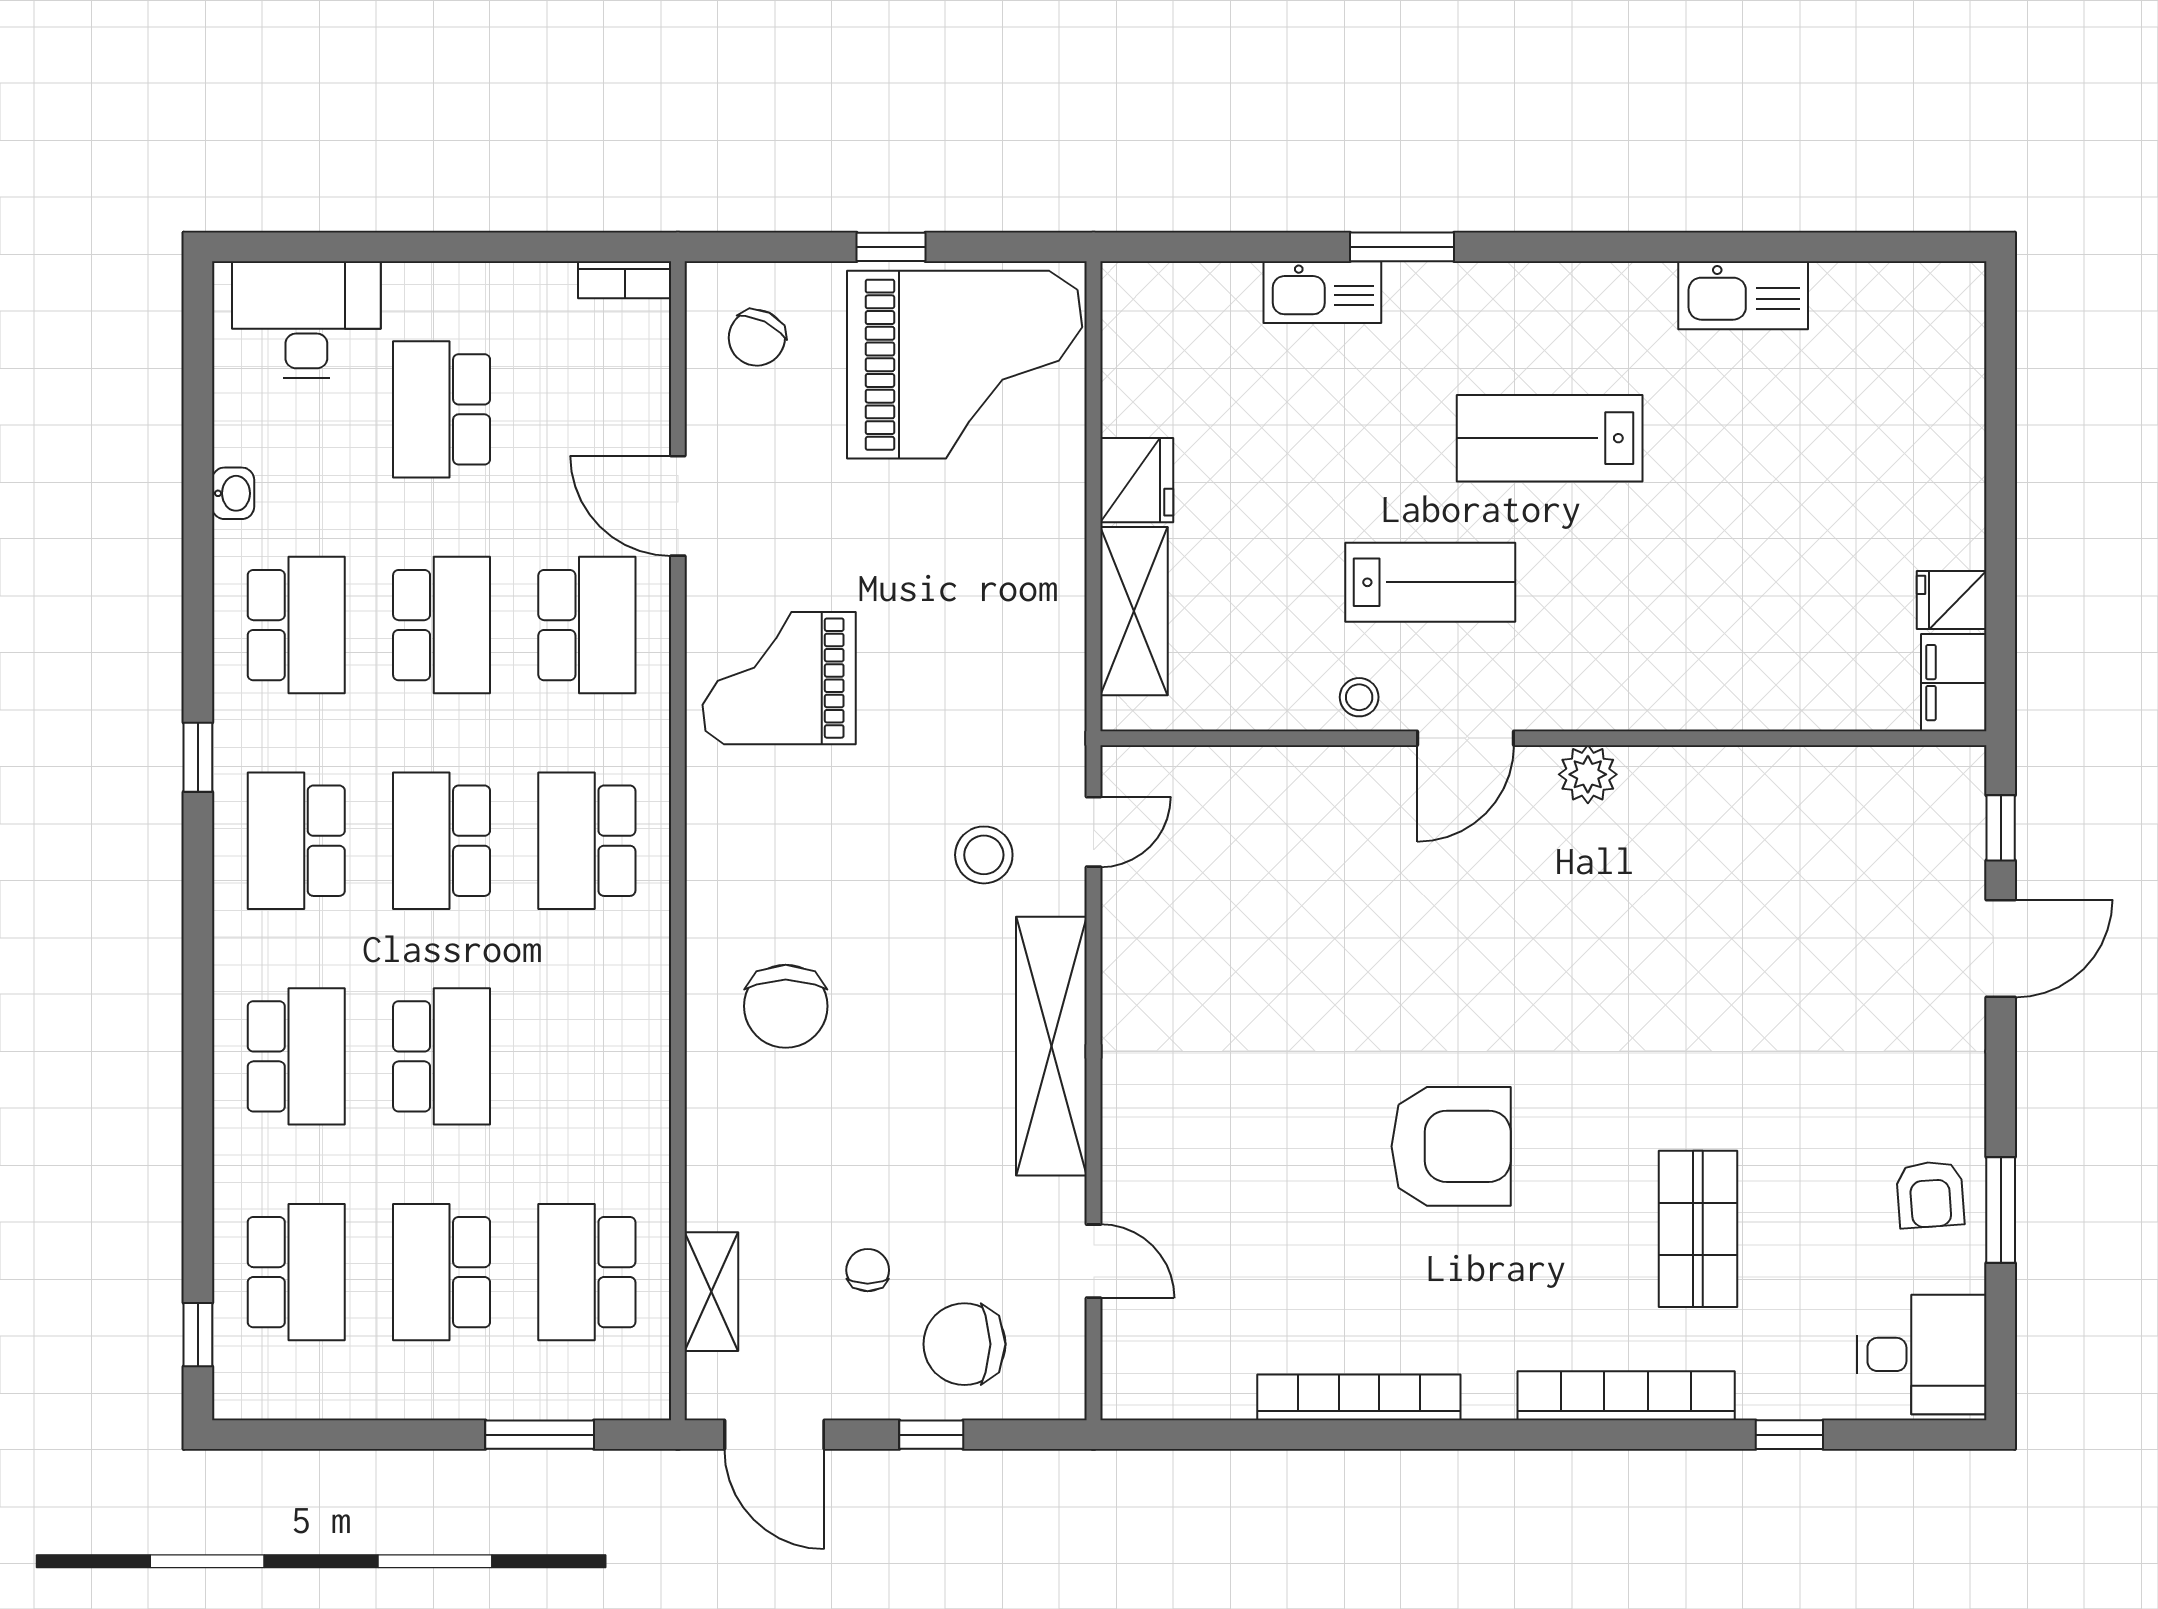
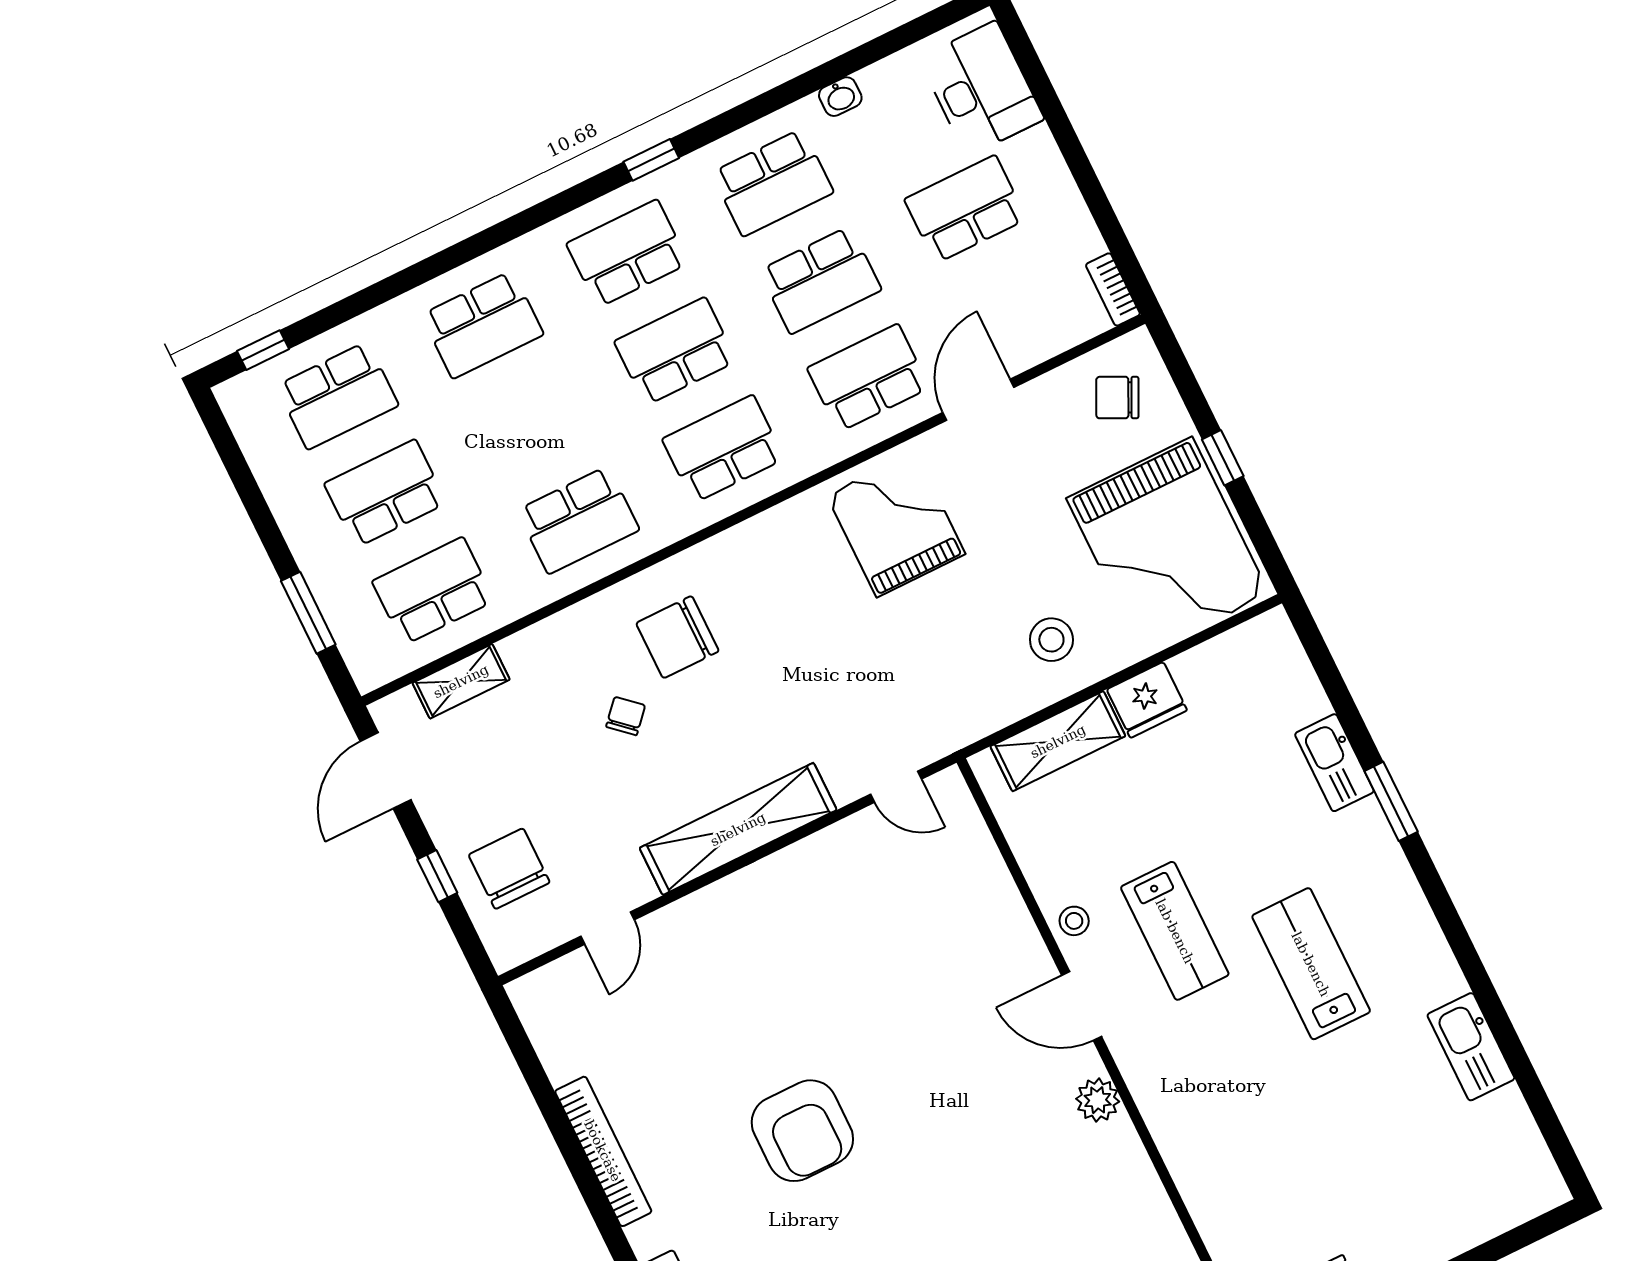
school desk: (587, 625) -> (868, 378), turned 180
stool: (984, 855) -> (1051, 640), moved
school desk: (442, 1056) -> (578, 520), moved
chair: (868, 1270) -> (626, 716), moved, turned -48

